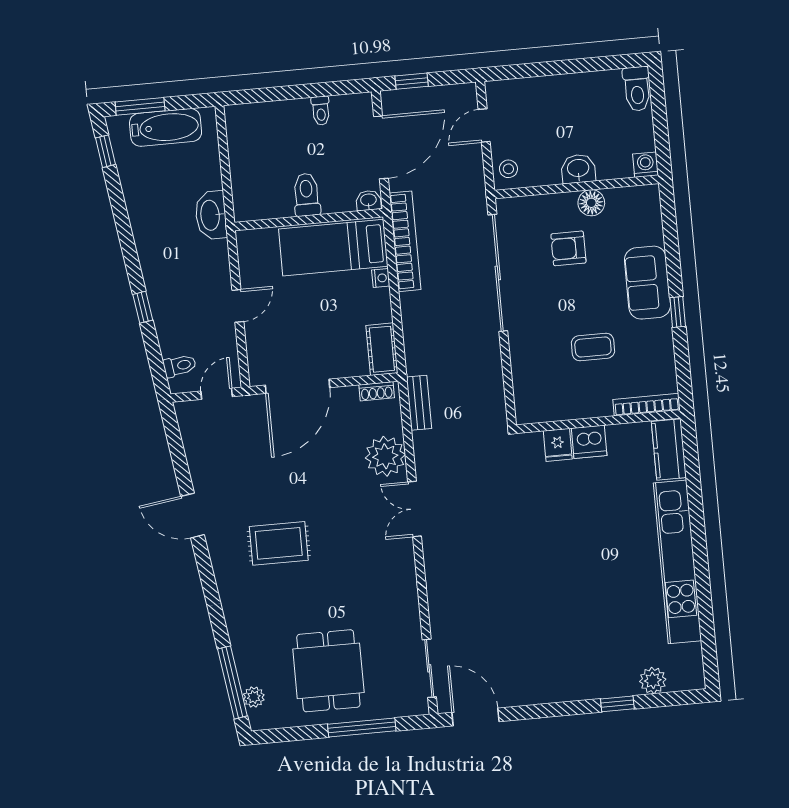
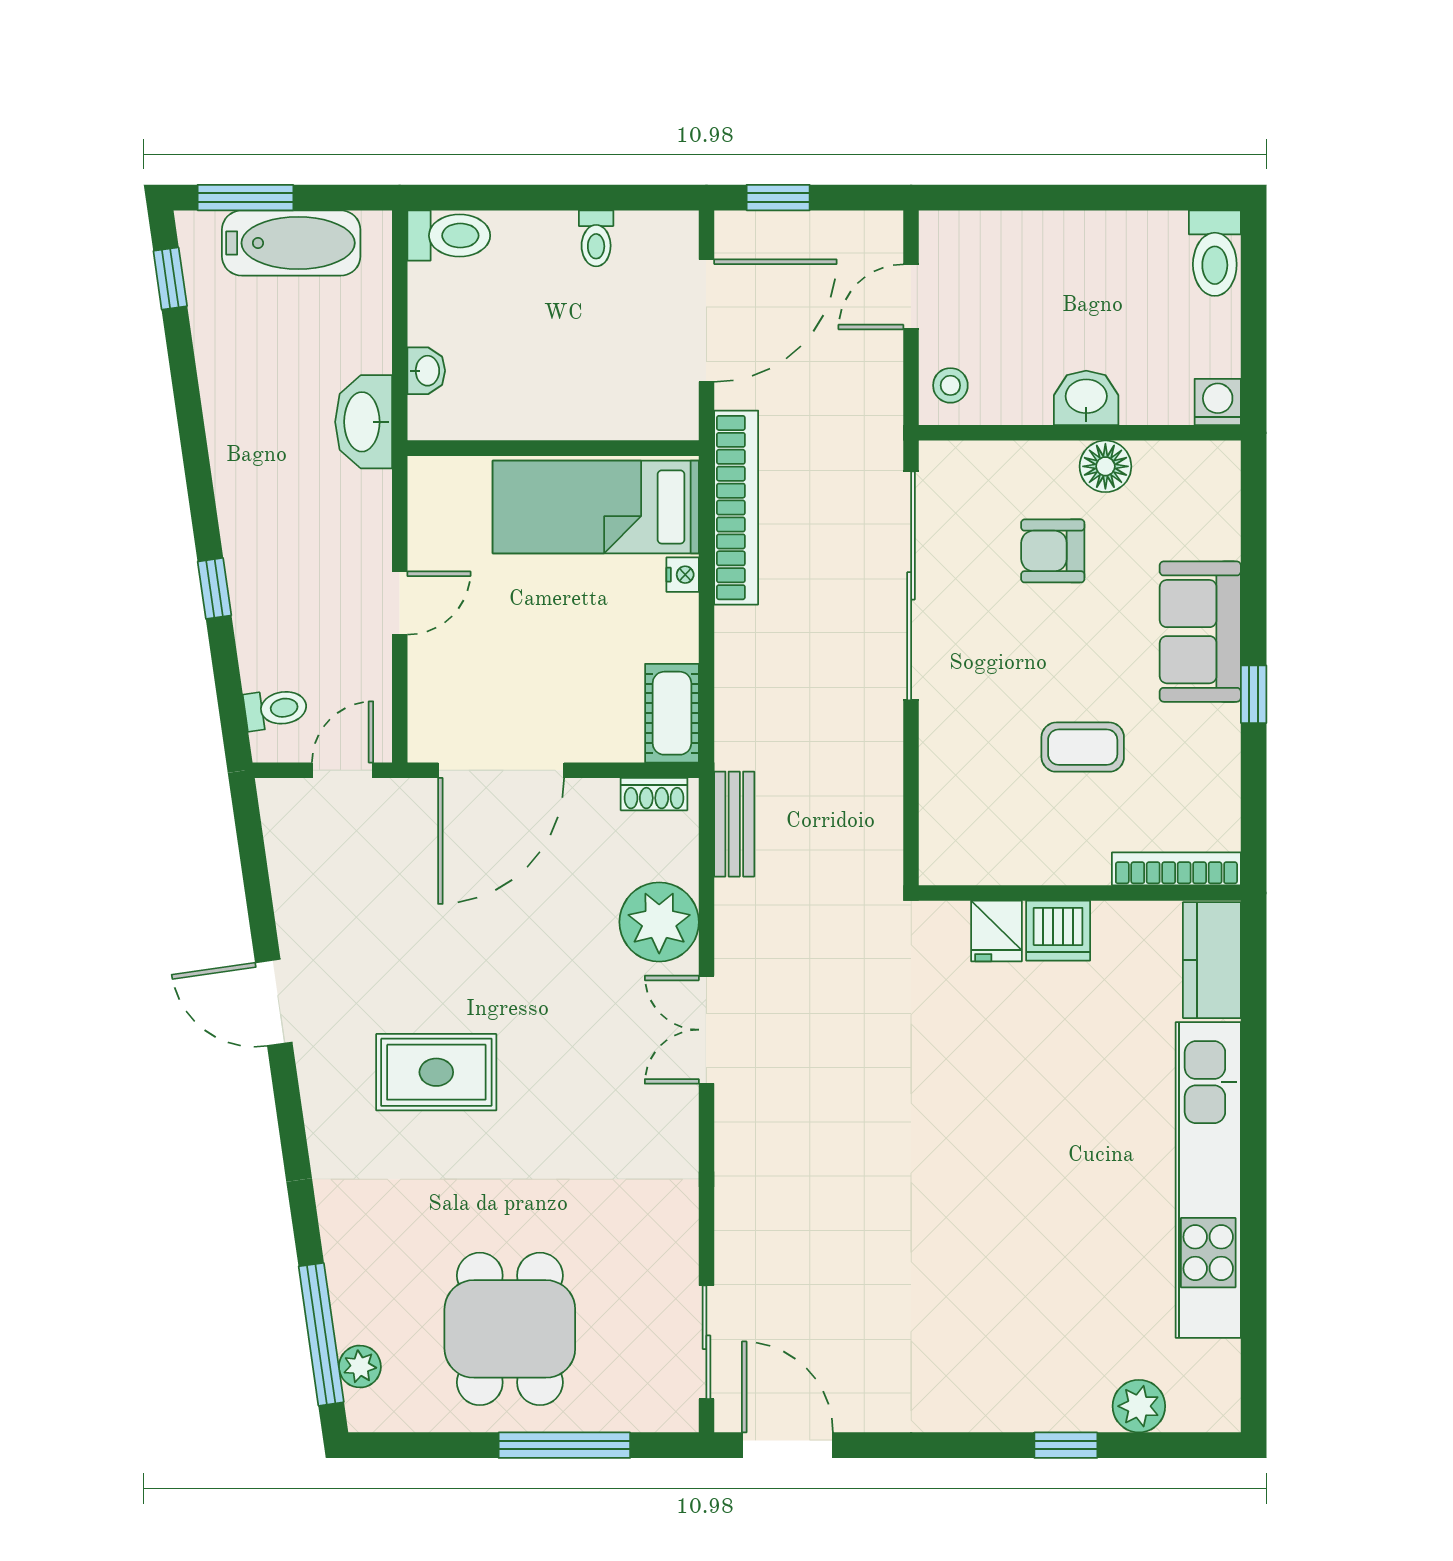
toilet: (307, 195) -> (449, 236), moved, turned 90
washbasin: (368, 200) -> (426, 371), moved, turned 90

